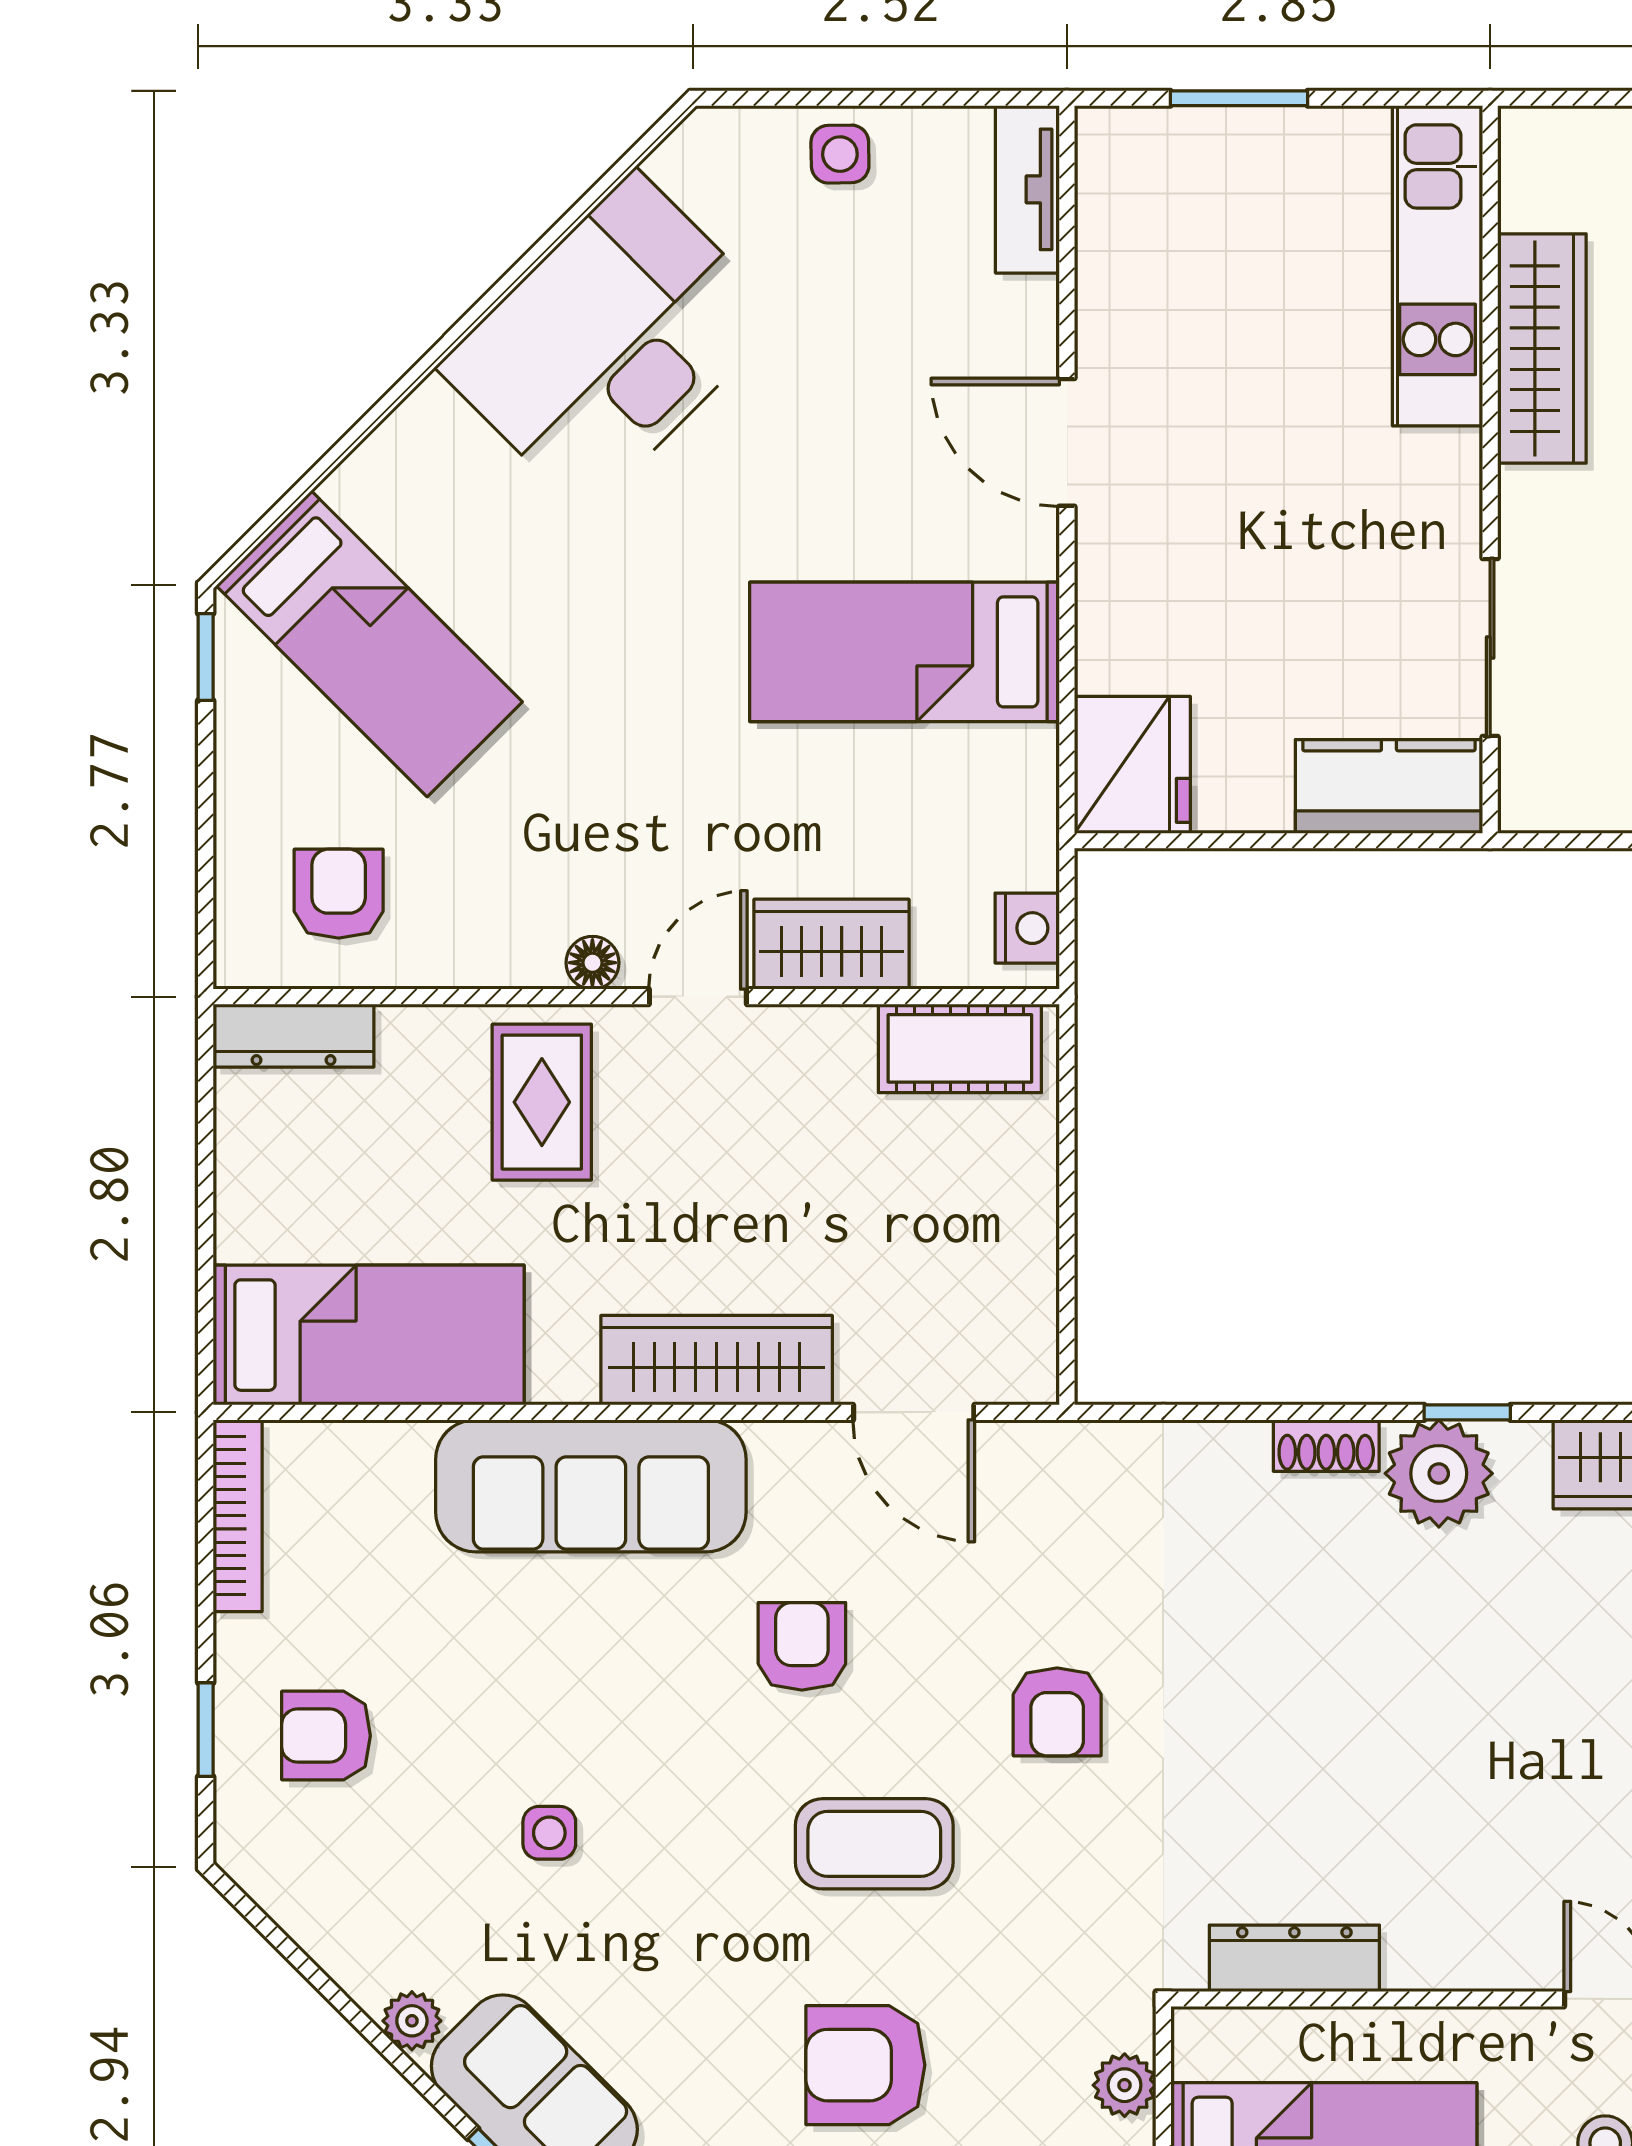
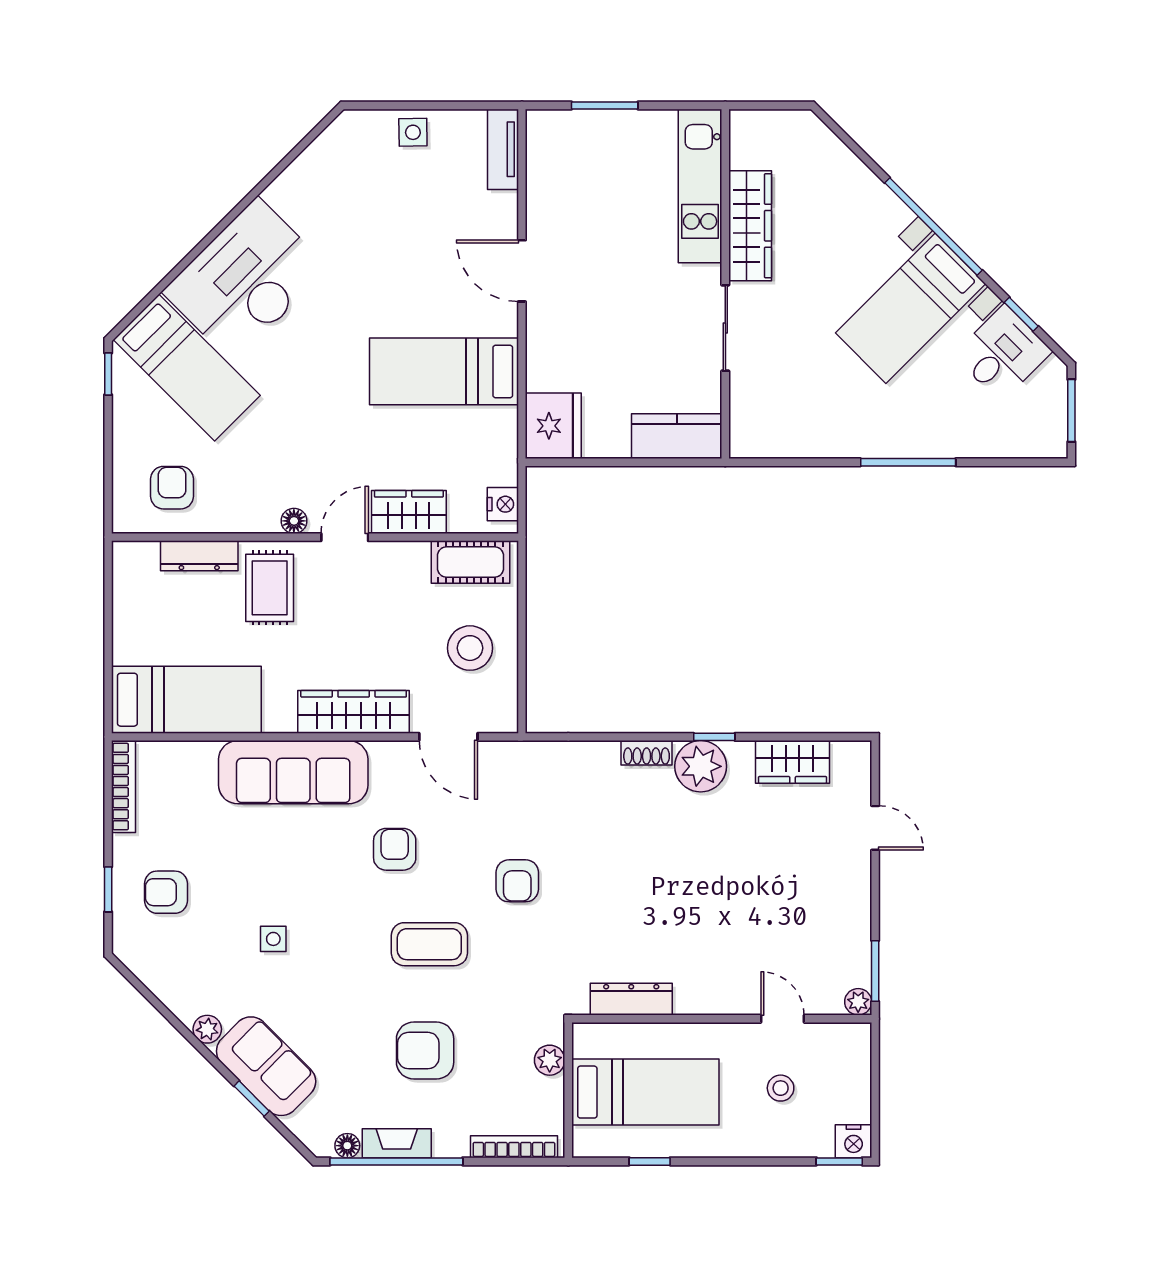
desk: (610, 342) -> (246, 280), moved
sliding door: (1490, 648) -> (725, 328), moved
dresser: (294, 1036) -> (199, 556), moved
stool: (959, 1227) -> (470, 648), added

